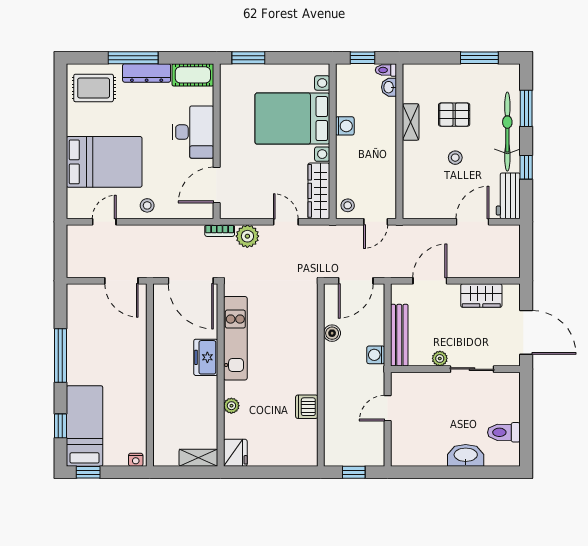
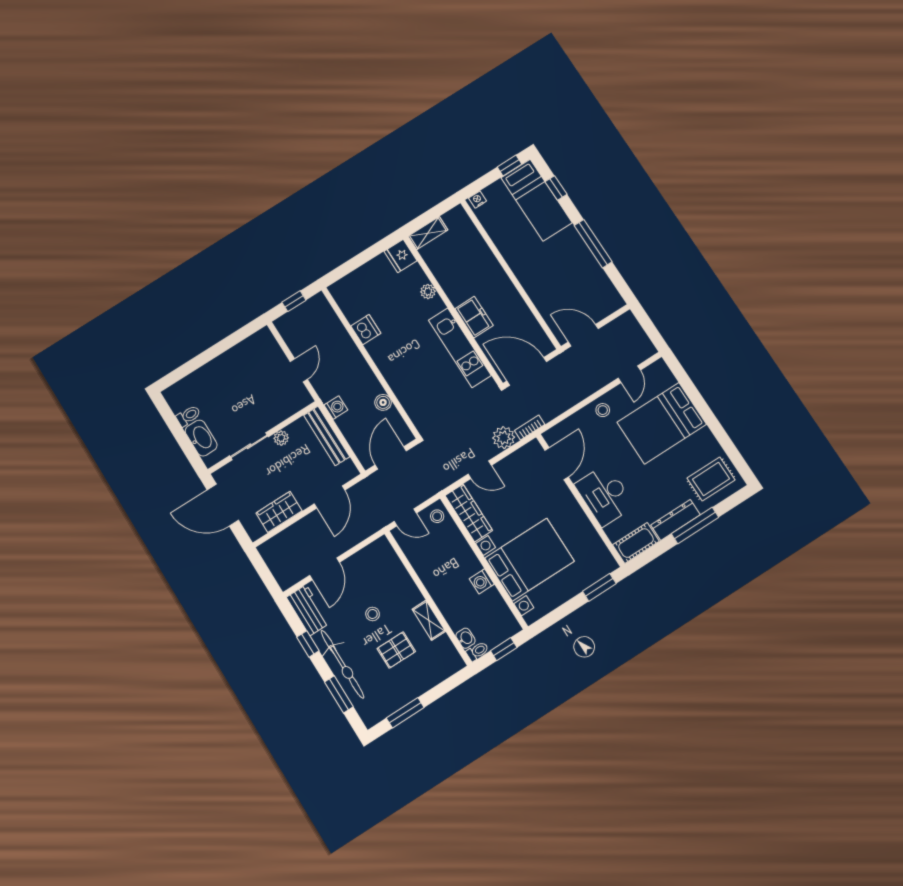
door: (376, 222) -> (405, 517), swing flipped
toilet: (504, 432) -> (188, 416), width x0.73, depth x0.72
washbasin: (466, 455) -> (201, 438), moved, turned -90

